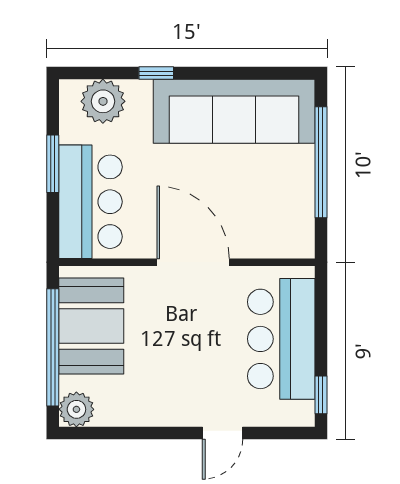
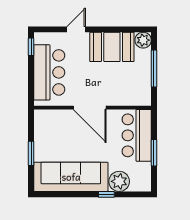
plant: (103, 101) -> (119, 181), moved
window: (321, 162) -> (31, 153), width x0.47
booth: (91, 326) -> (112, 47), moved, turned 90
window: (53, 347) -> (154, 69), width x0.68

